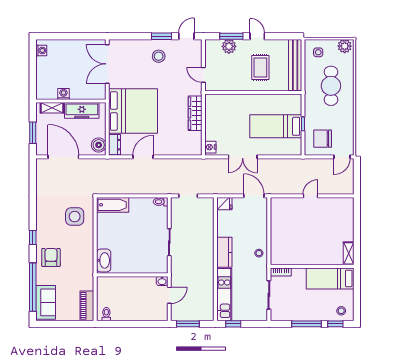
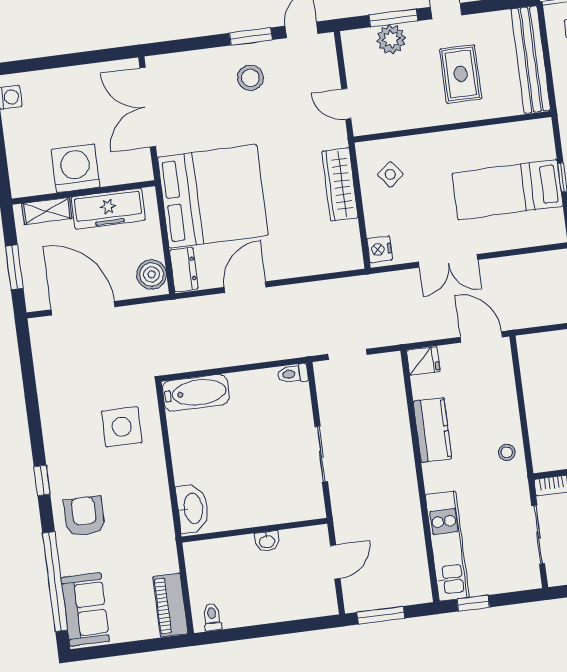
washing machine: (63, 94) -> (75, 168), width x1.89, depth x1.89
side table: (220, 112) -> (390, 174), added
kitchen counter: (224, 252) -> (432, 430), moved
washbasin: (162, 281) -> (267, 541), moved

